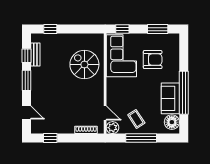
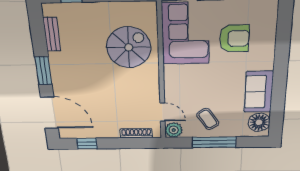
window: (26, 56) -> (38, 36), removed
spiral stairs: (84, 64) -> (129, 47), turned 90
window: (184, 93) -> (279, 84), removed
door: (26, 112) -> (49, 113), width x1.88

